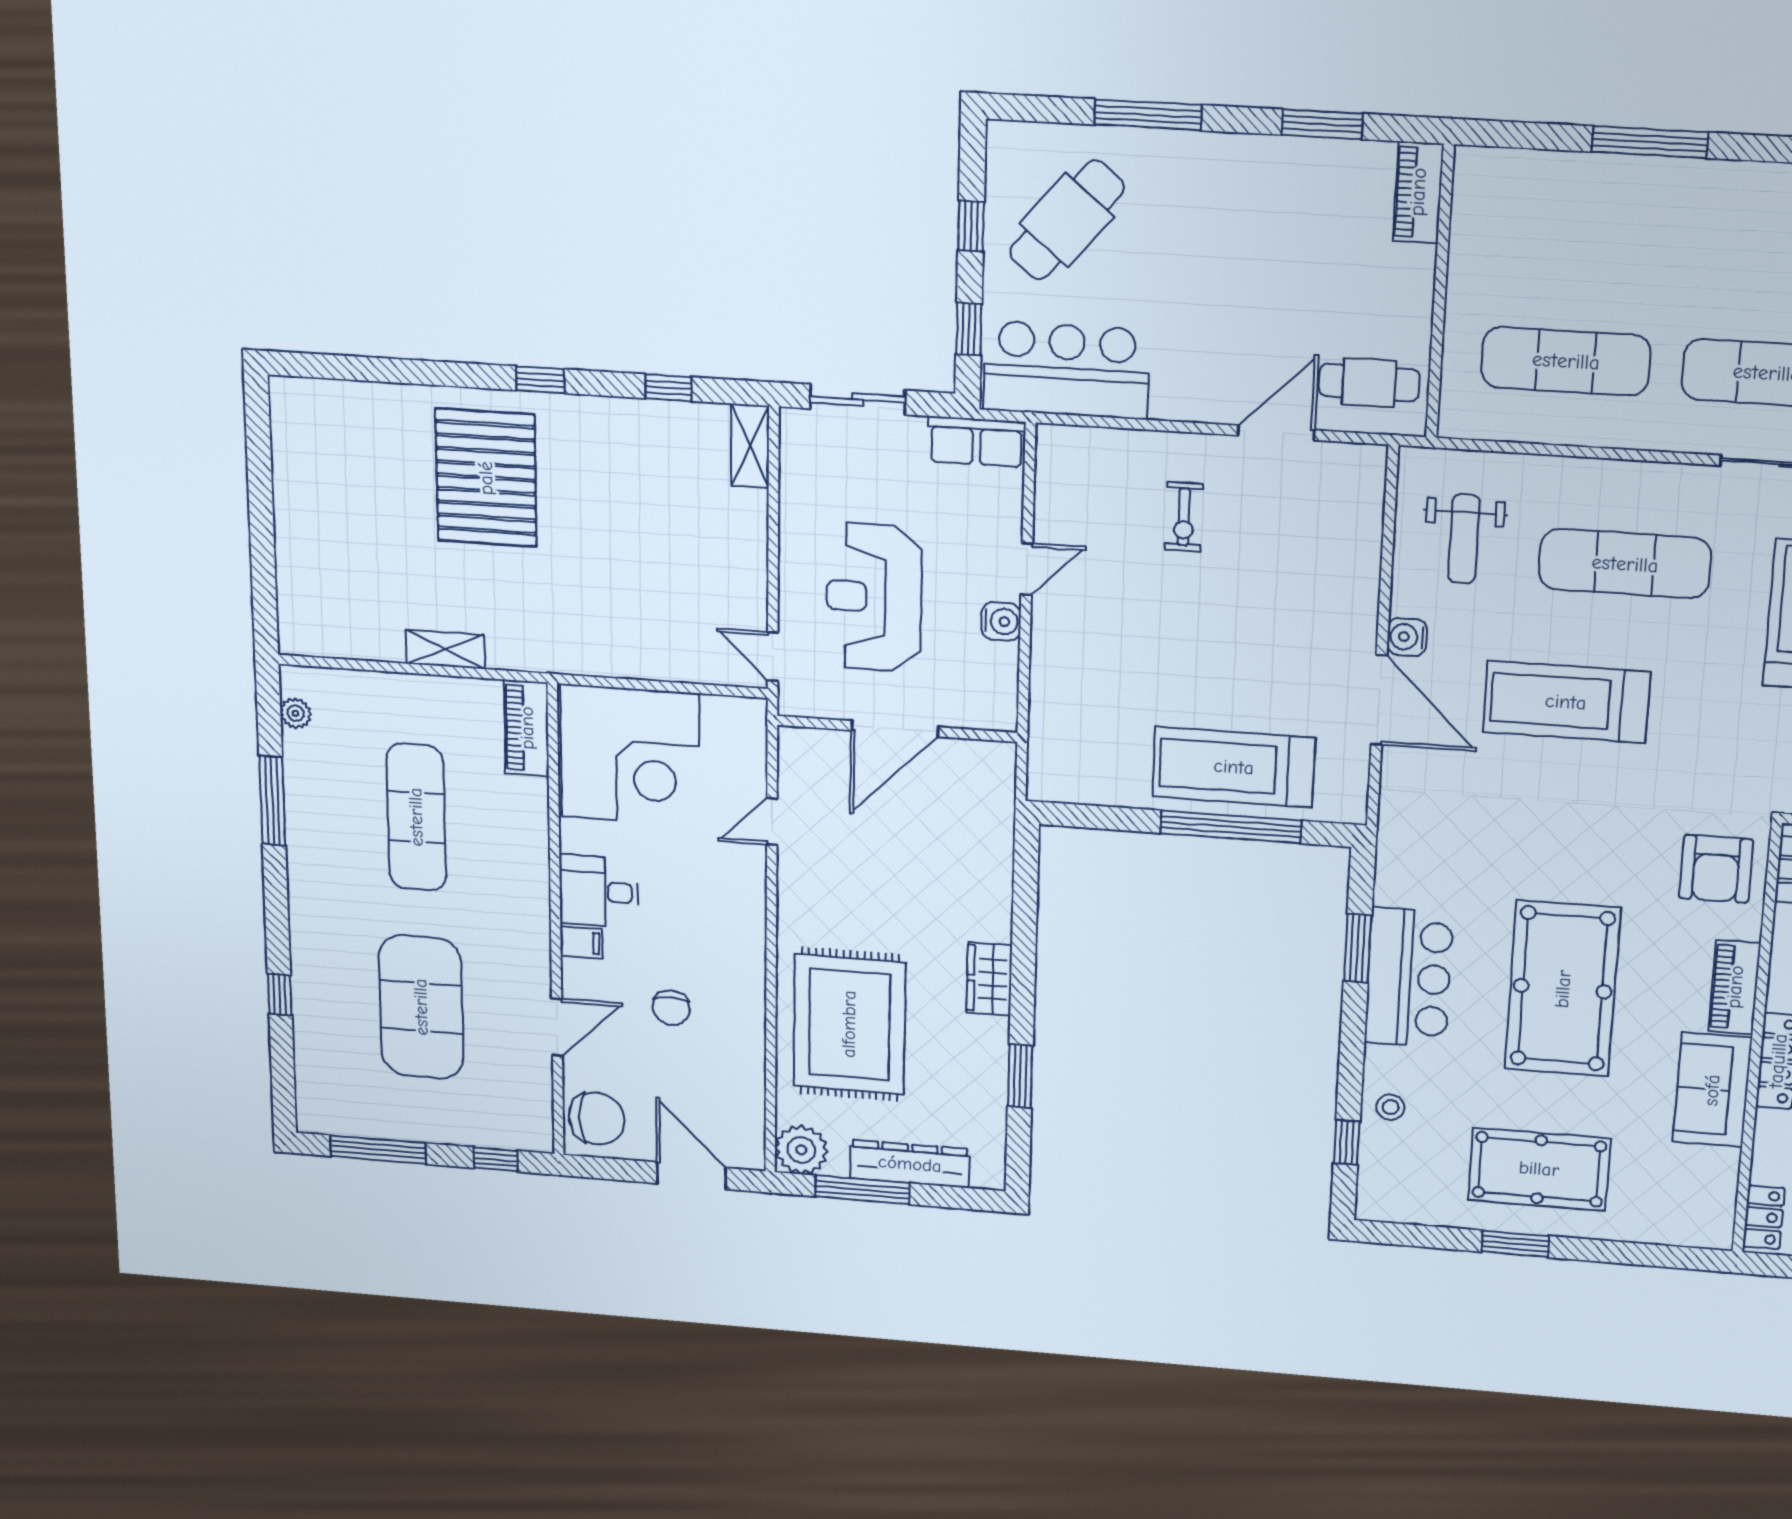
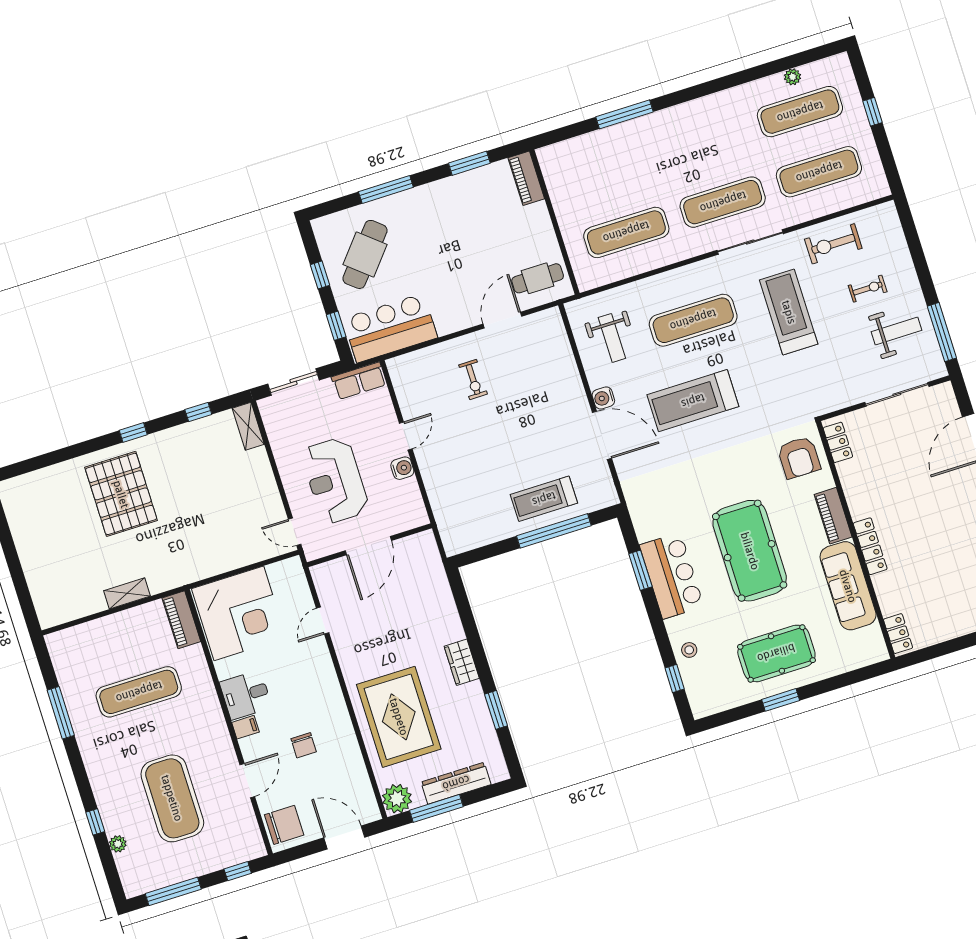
plant: (296, 713) -> (118, 844), moved
treadmill: (1234, 767) -> (544, 499), width x0.73, depth x0.73
exercise mat: (416, 817) -> (139, 692), turned 90
sofa: (1712, 1090) -> (848, 586), width x1.36

